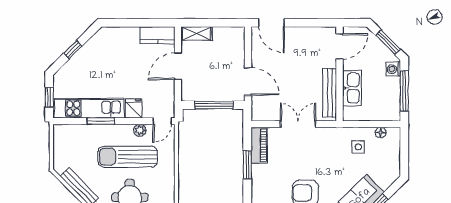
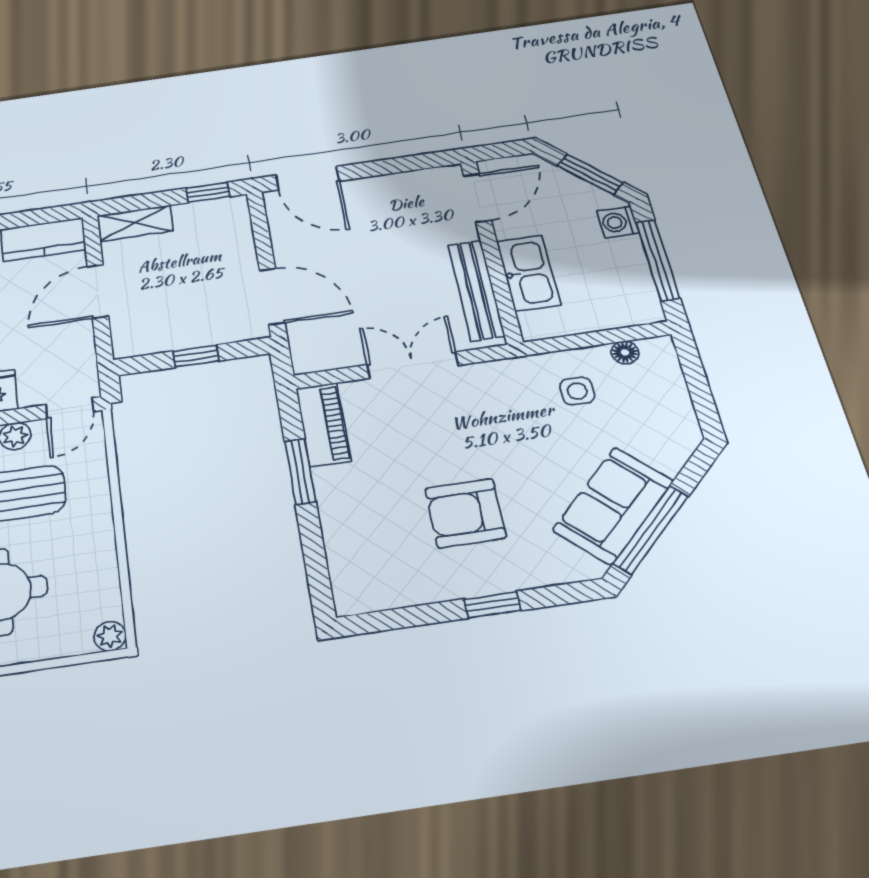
window: (229, 23) -> (208, 192), added
window: (214, 105) -> (196, 356), width x0.46

